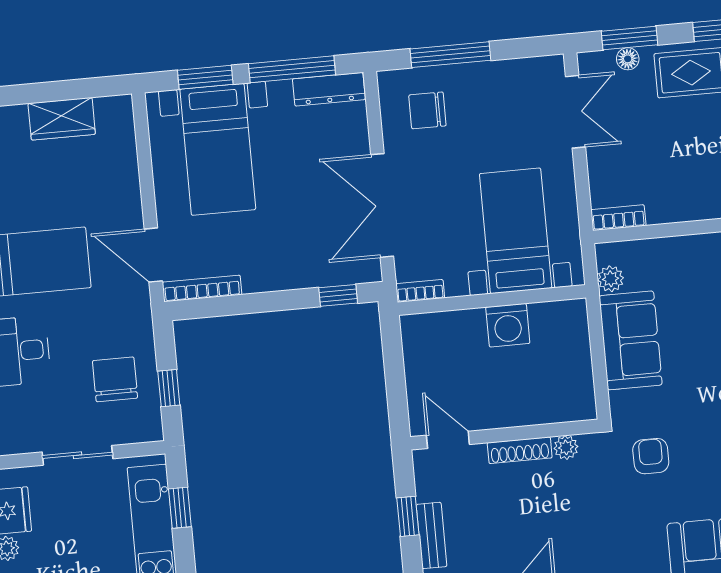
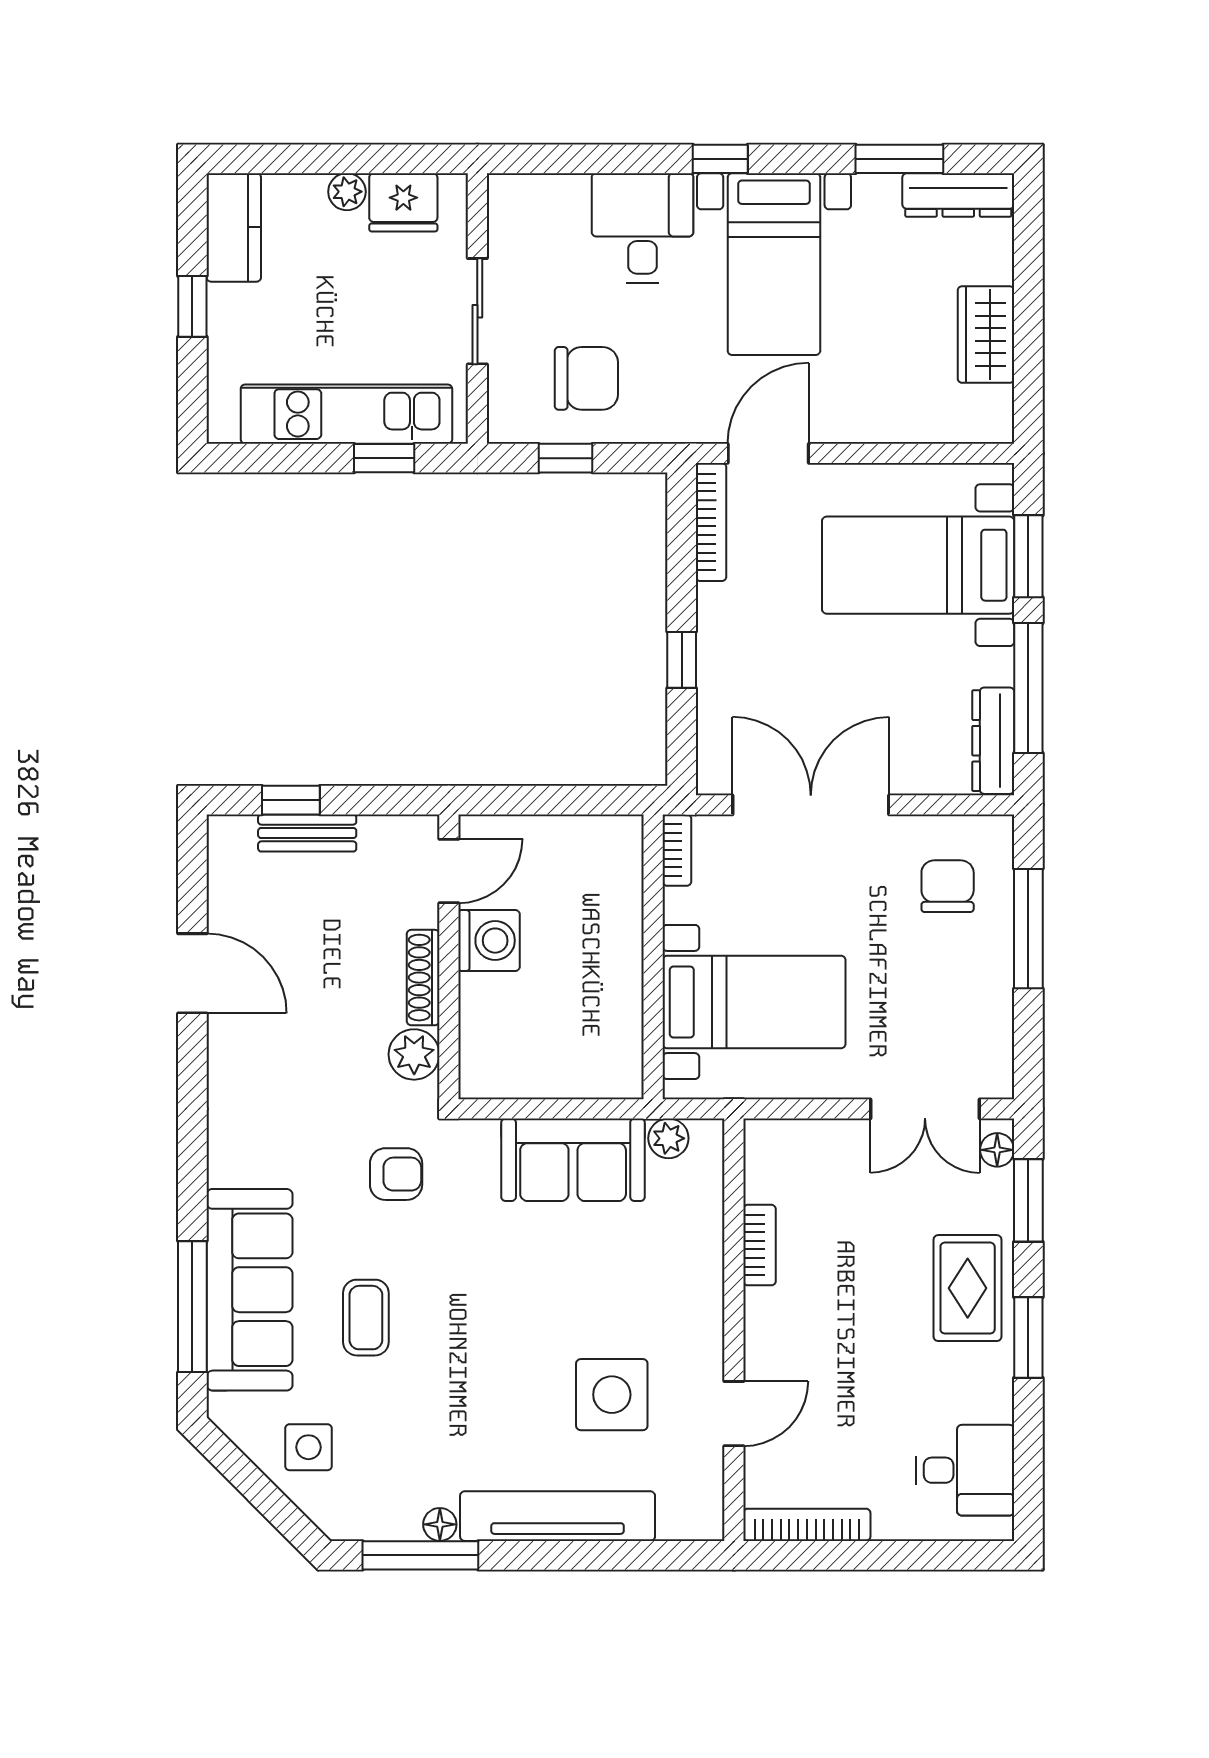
floor lamp: (628, 59) -> (997, 1150), moved
bookcase: (618, 218) -> (759, 1245), moved
window: (338, 295) -> (682, 660), moved
washing machine: (508, 325) -> (489, 941), moved, turned 180
plant: (566, 447) -> (414, 1054), width x1.38, depth x1.38
window: (408, 516) -> (291, 800), moved

